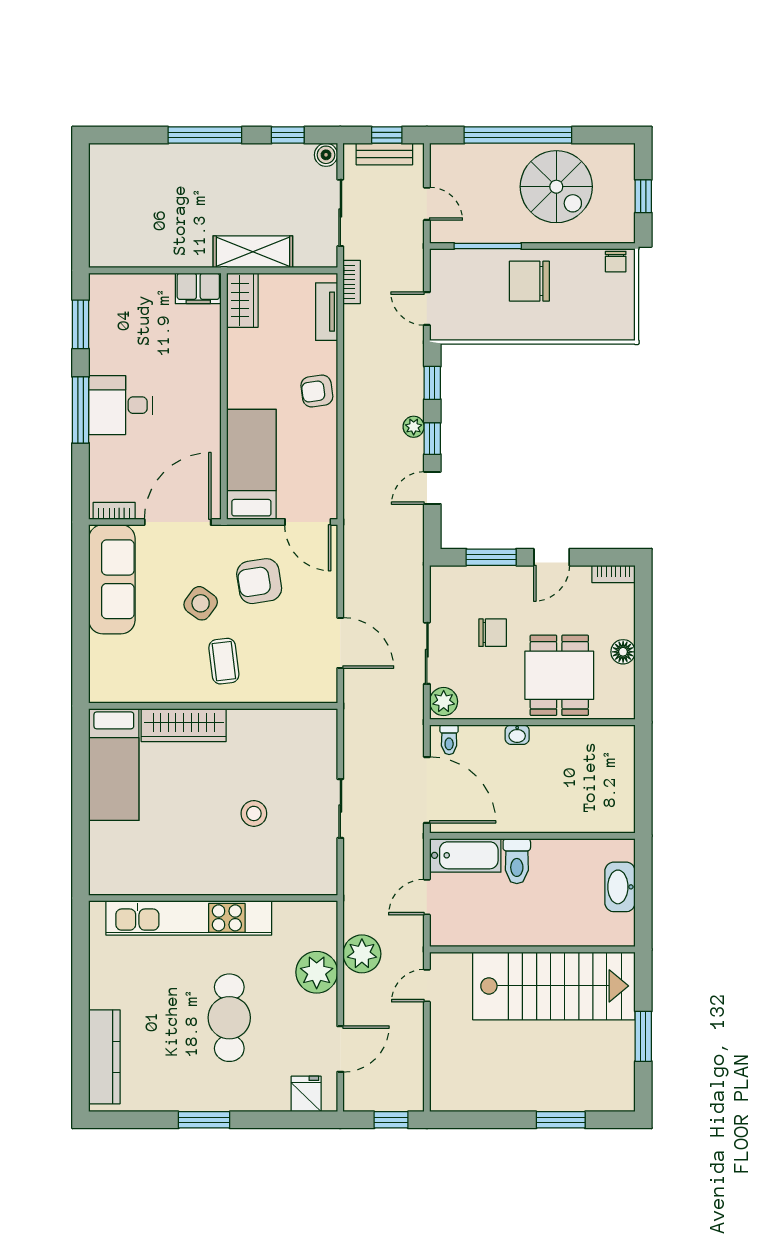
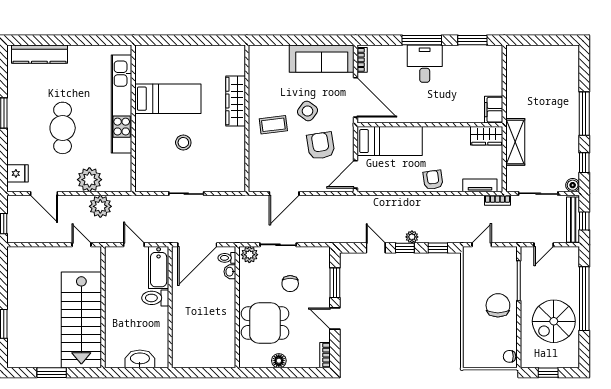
bench: (384, 154) -> (573, 220), width x1.36
washbasin: (517, 735) -> (230, 272), moved
bed: (114, 765) -> (168, 99), moved, turned 180
cafe table: (229, 1018) -> (63, 128), turned 90

